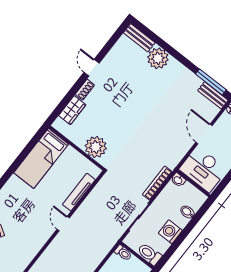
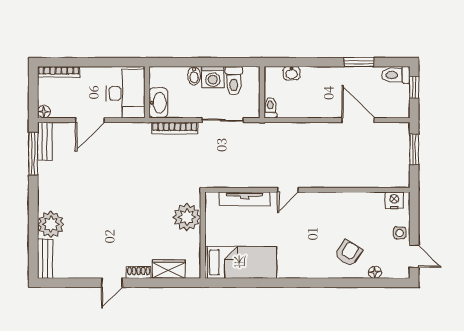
washbasin: (178, 180) -> (158, 103), width x1.91, depth x1.45
bidet: (188, 212) -> (194, 76), moved
toilet: (149, 254) -> (234, 81), moved

